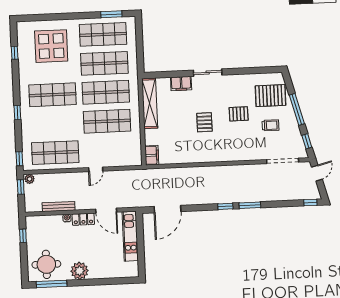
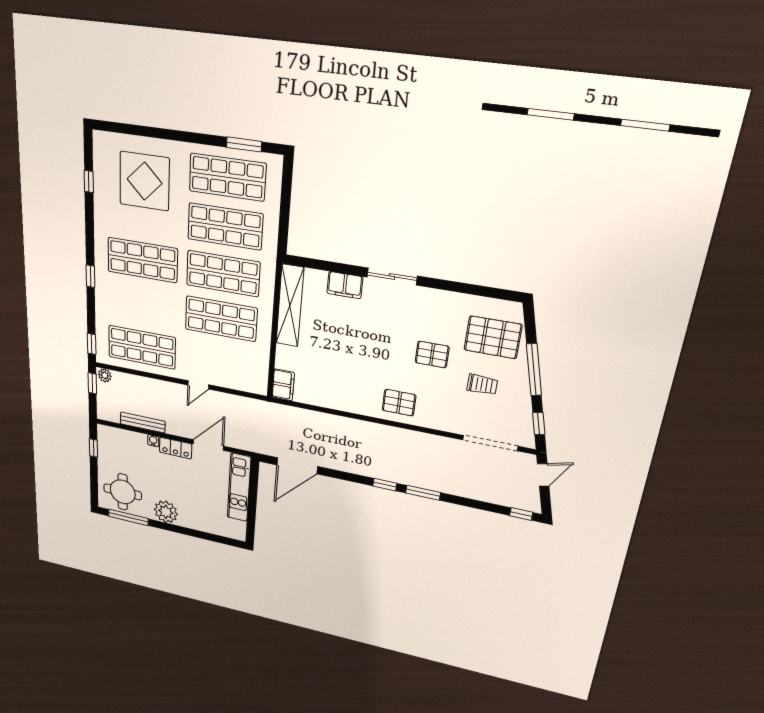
pallet: (204, 122) -> (399, 403), moved, turned 90
door: (106, 211) -> (208, 445), swing flipped

